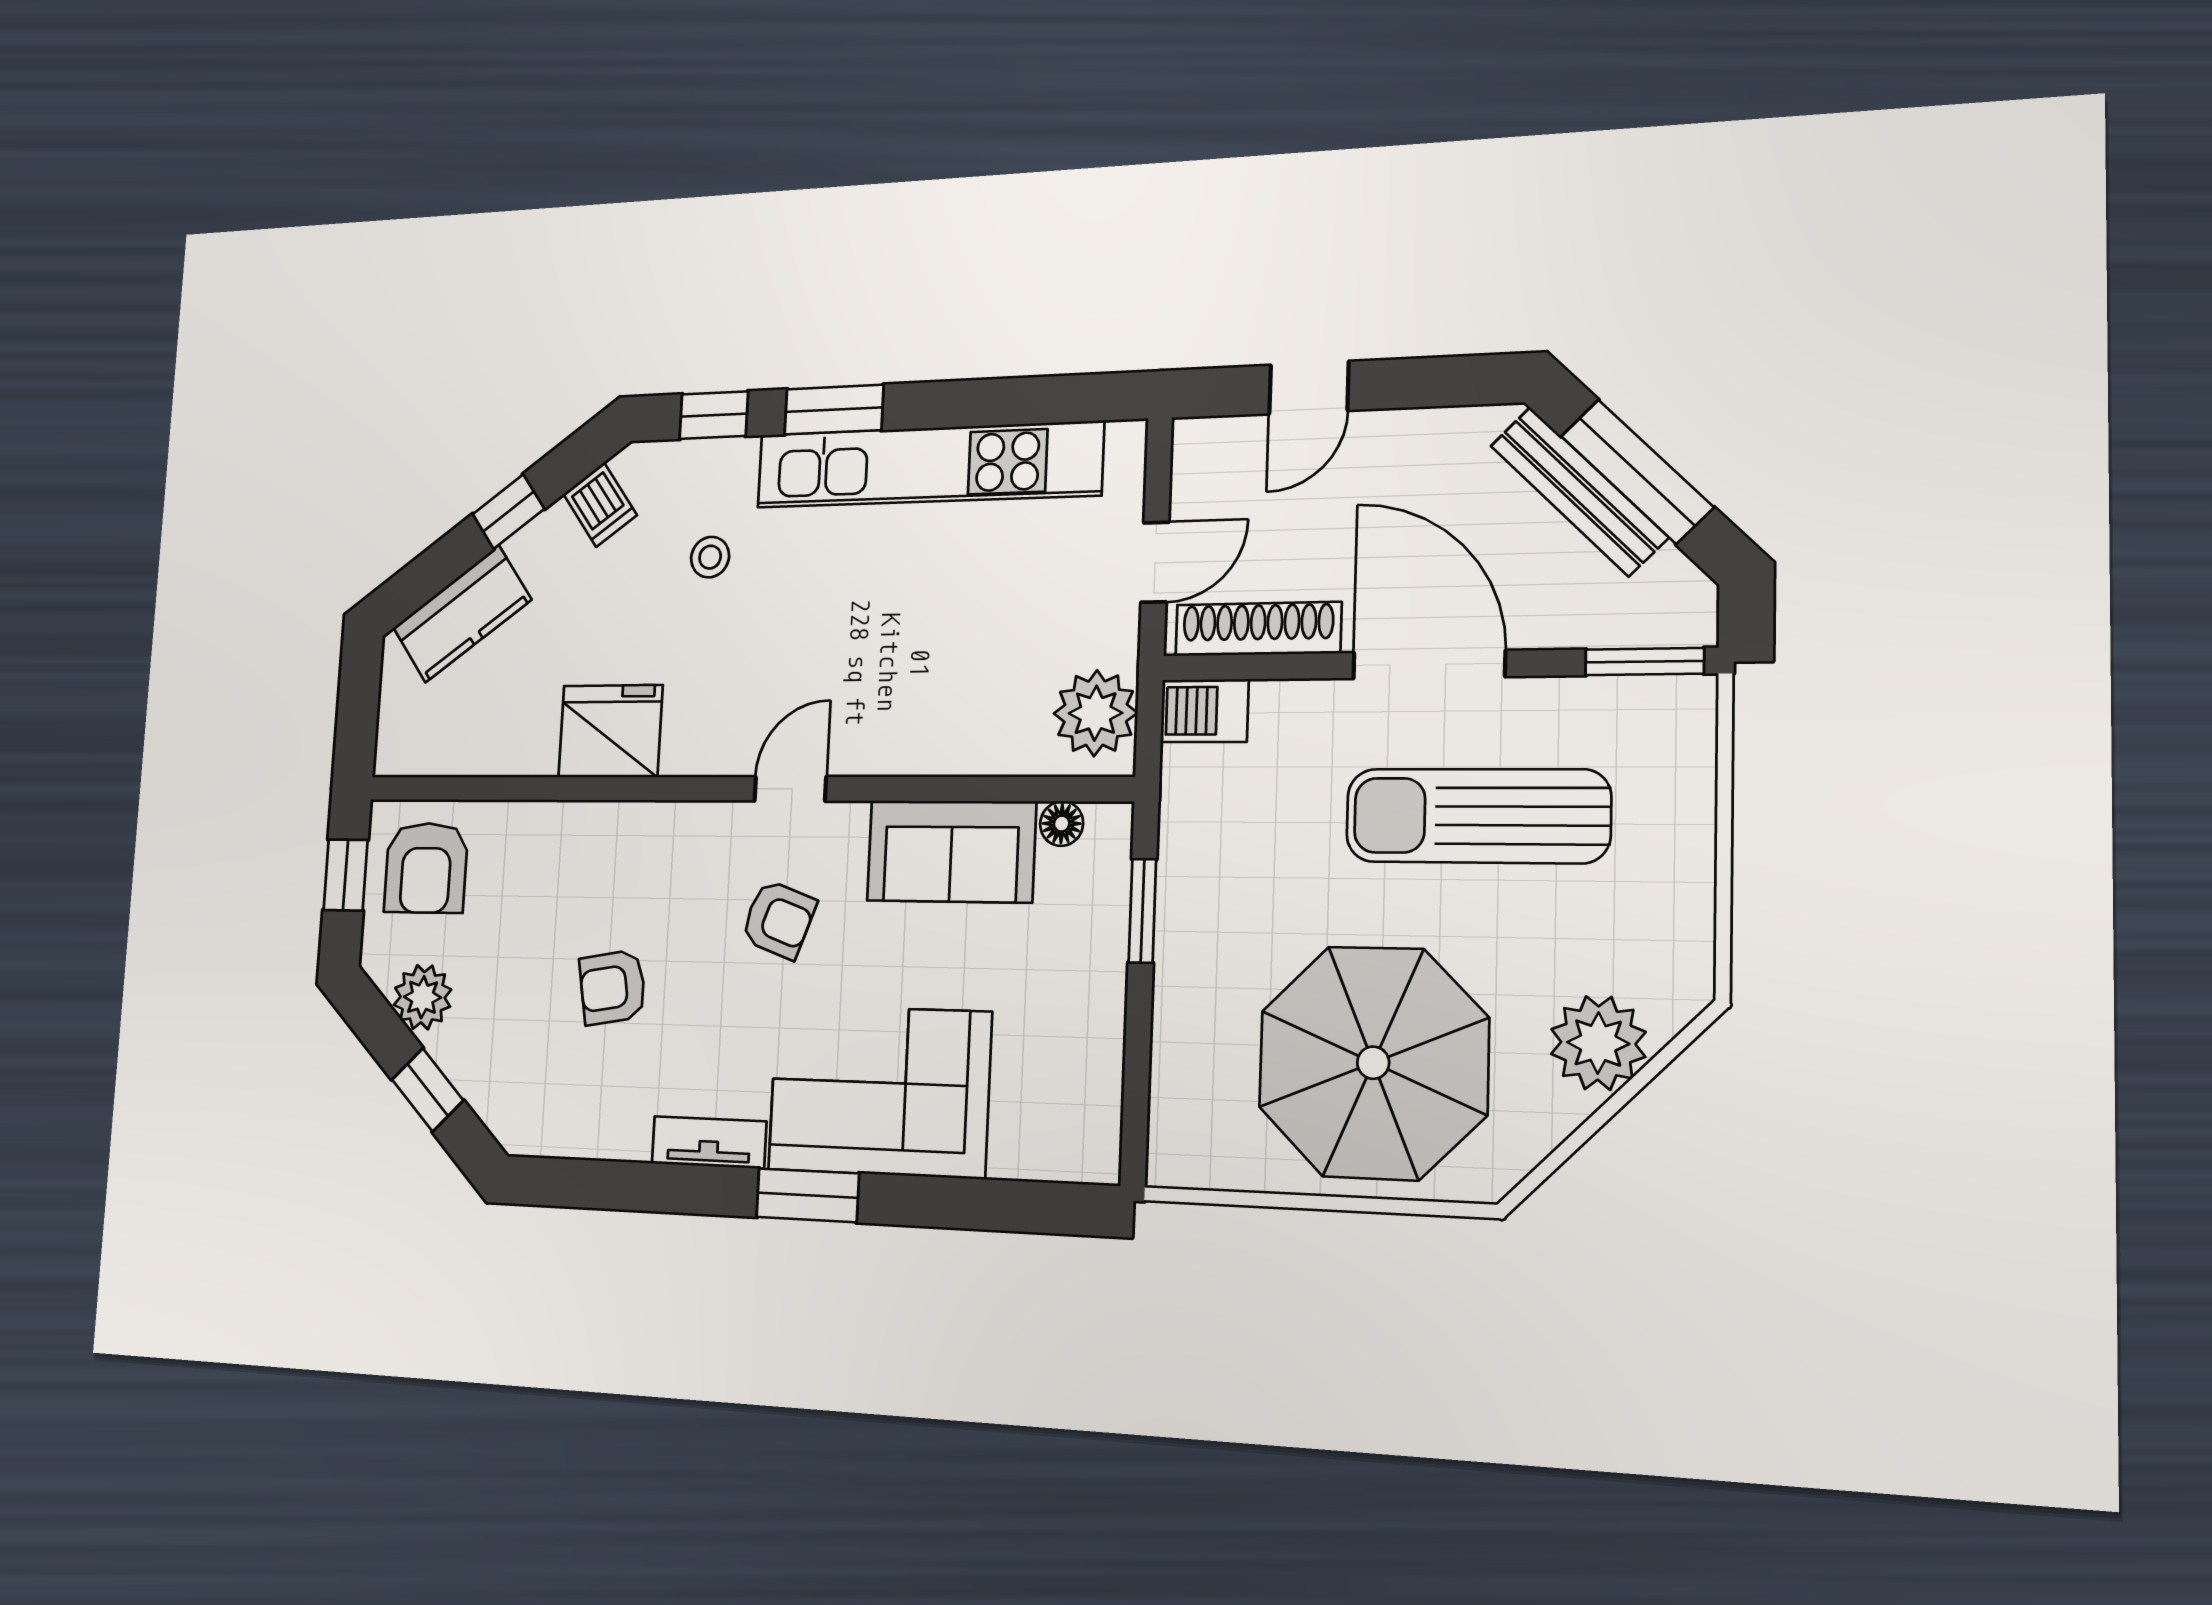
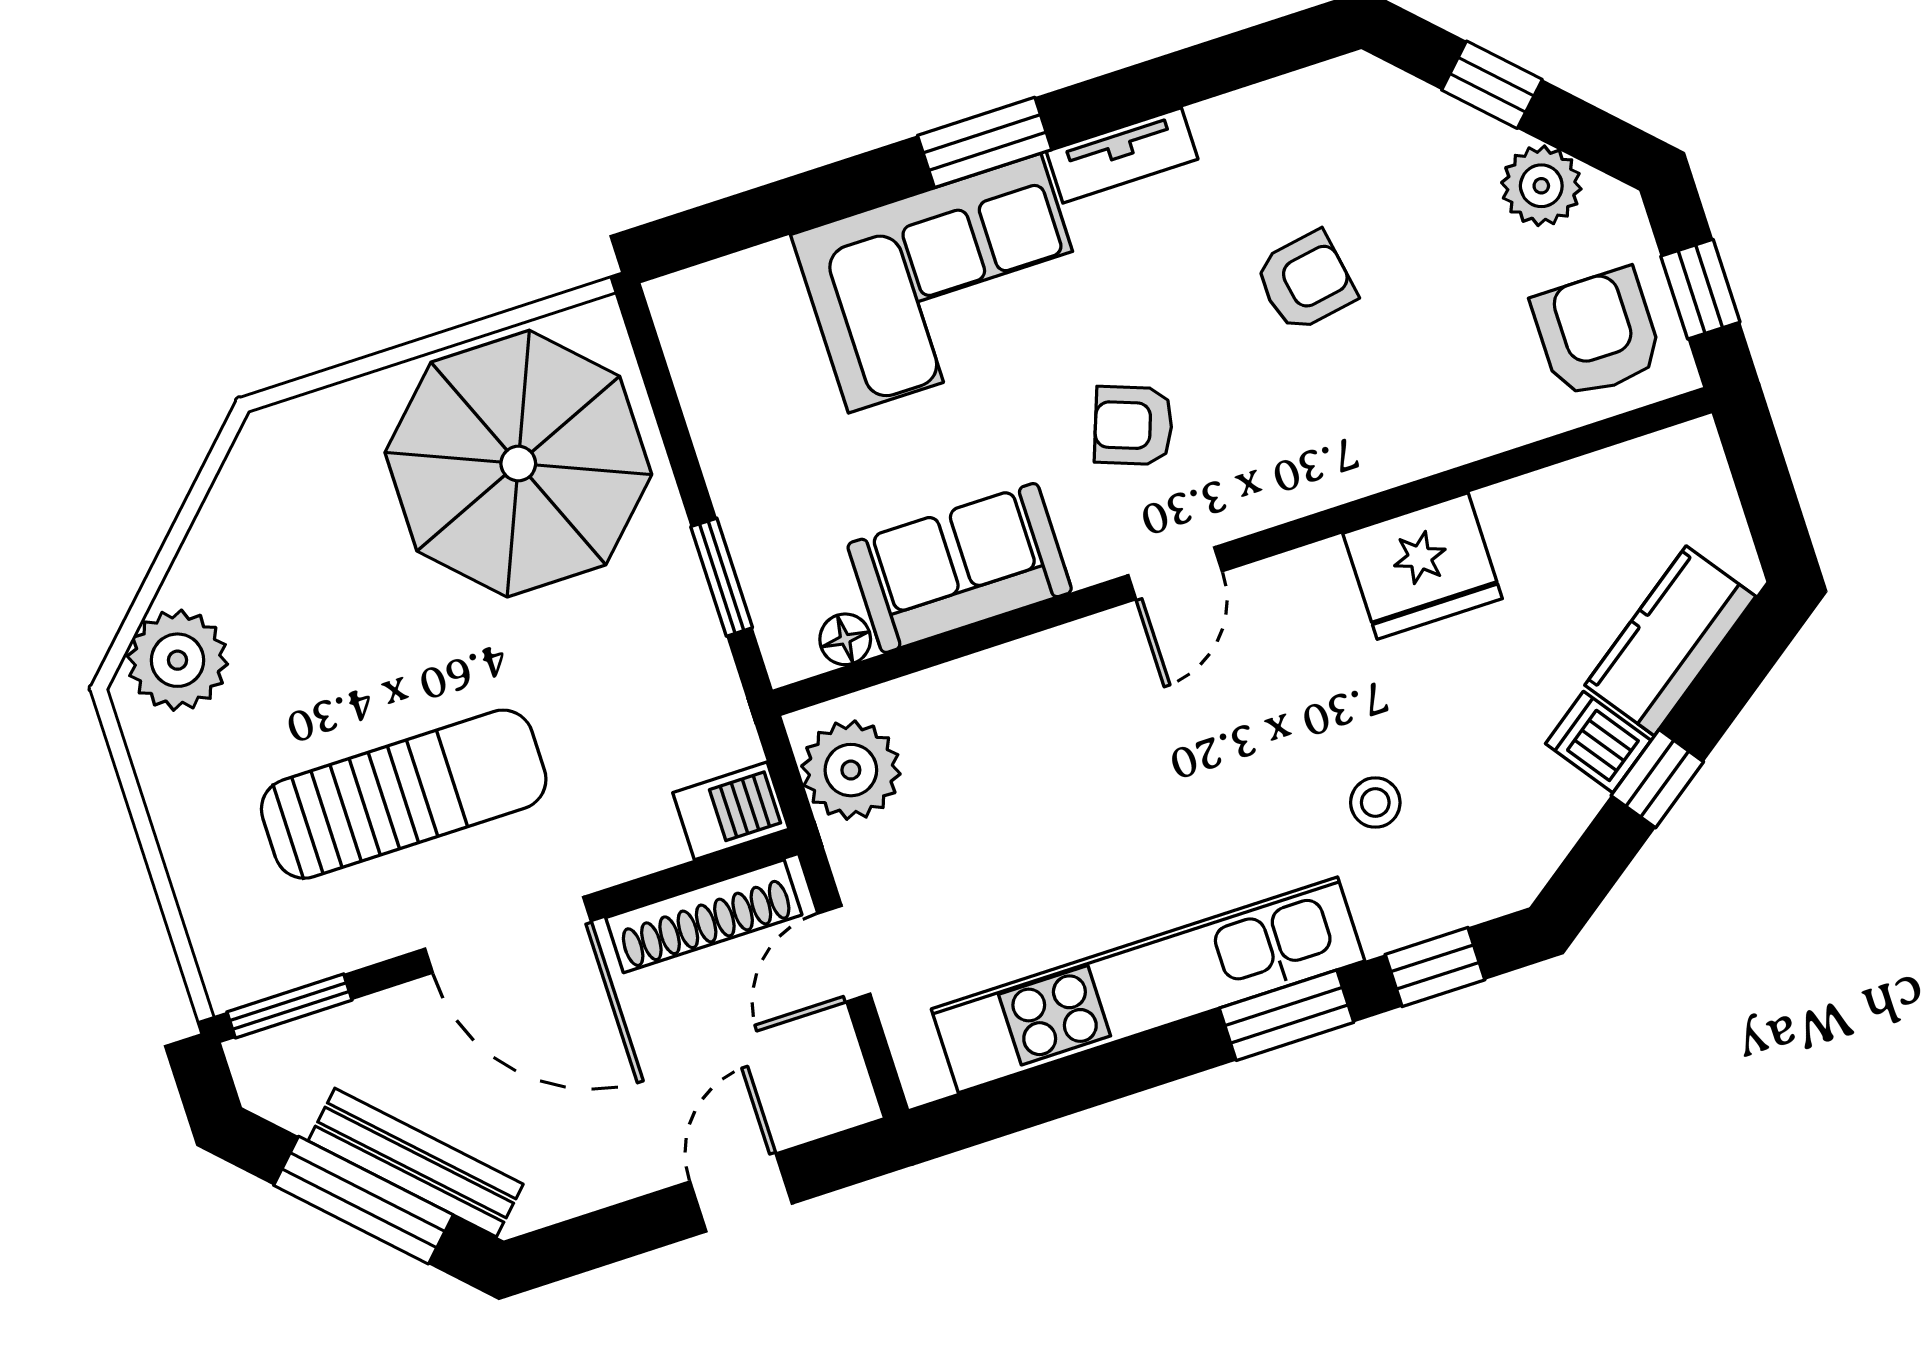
dishwasher: (600, 505) -> (1598, 742), moved
plant: (1598, 1043) -> (177, 660), moved
parasol: (1373, 1063) -> (518, 464), moved

